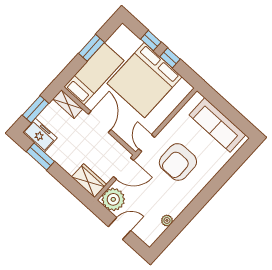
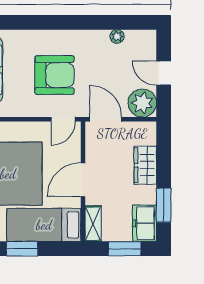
wardrobe: (89, 181) -> (145, 165), moved

